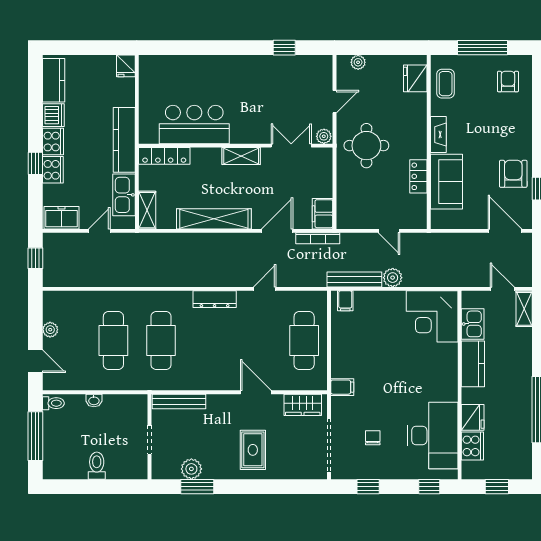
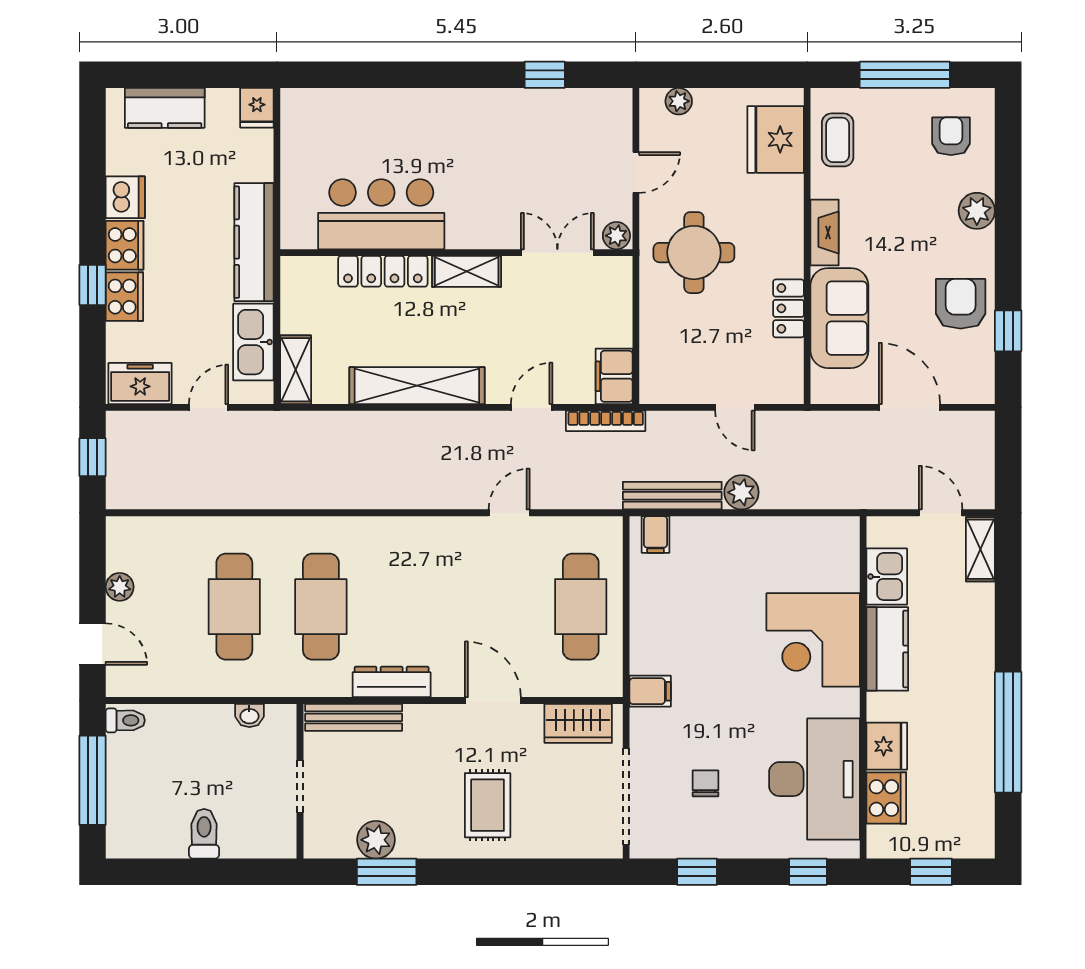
fridge: (415, 78) -> (776, 139), width x1.36, depth x1.34
kitchen counter: (54, 80) -> (165, 108), moved, turned 90
plant: (522, 123) -> (977, 211), added
locker: (164, 156) -> (383, 271), moved
door: (277, 231) -> (532, 407), width x0.73
door: (505, 231) -> (909, 407), moved
dresser: (215, 299) -> (392, 682), moved, turned 180
corner desk: (432, 316) -> (813, 640), moved
washbasin: (94, 400) -> (249, 715), moved

